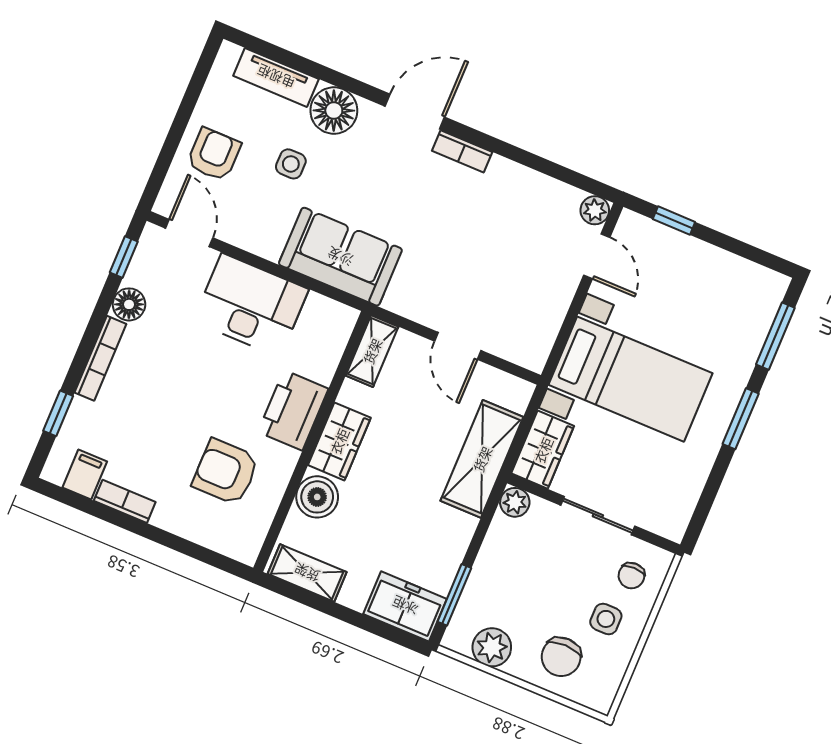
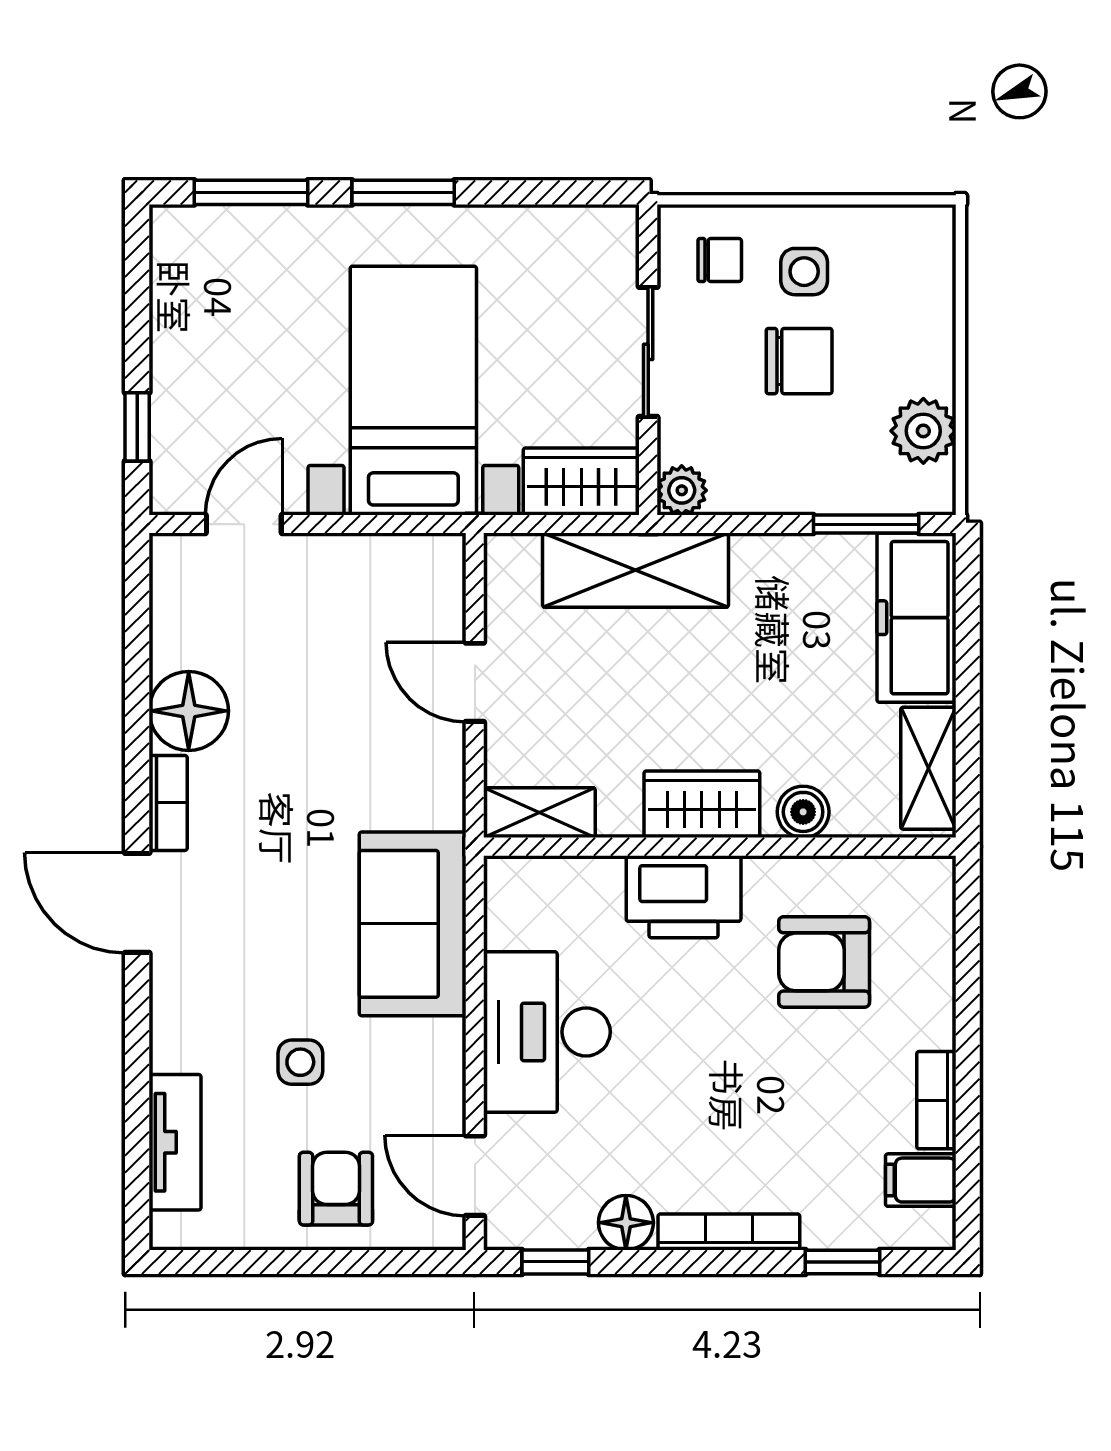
floor lamp: (334, 111) -> (189, 711), moved
armchair: (214, 154) -> (336, 1189), turned 90
plant: (595, 210) -> (173, 557), removed
door: (189, 233) -> (475, 1176), hinge flipped
door: (458, 346) -> (475, 682), swing flipped
armchair: (226, 472) -> (824, 962), turned 90
boiler: (317, 497) -> (803, 812), width x0.73, depth x0.73
freezer: (405, 606) -> (916, 618), width x1.40
chair: (561, 657) -> (799, 361), moved

